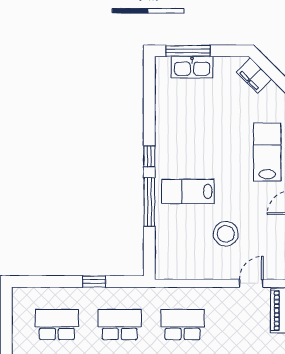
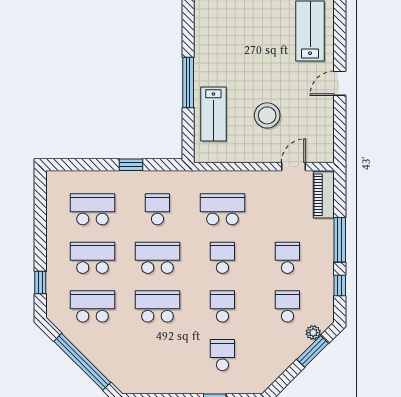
window: (149, 156) -> (188, 35), removed
lab bench: (188, 191) -> (213, 114), moved, turned -90
school desk: (120, 325) -> (157, 209), width x0.54

